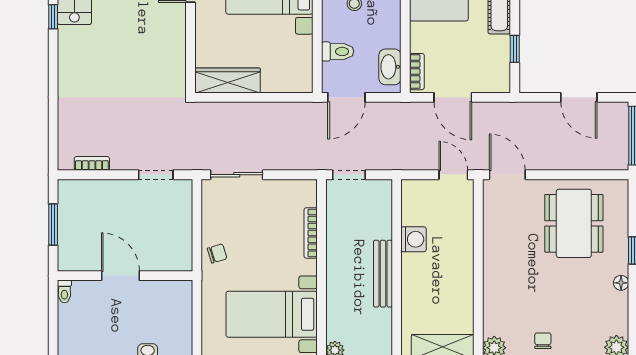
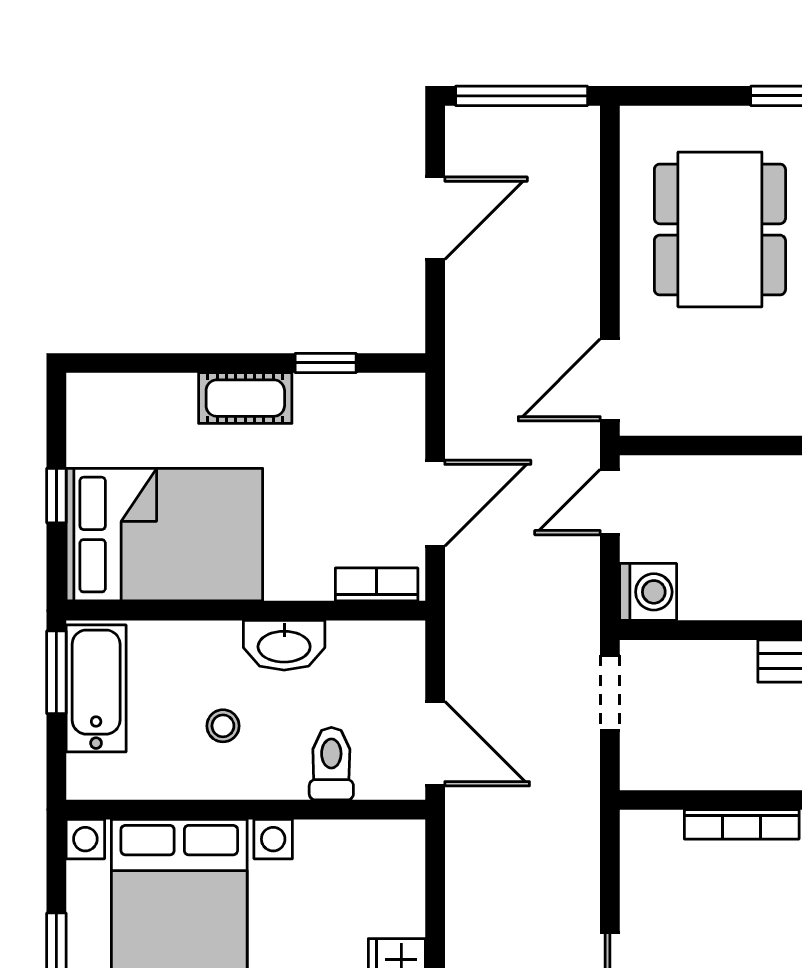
washbasin: (390, 67) -> (284, 645), moved
doorway: (349, 175) -> (610, 693), moved
dining table: (574, 223) -> (720, 229), turned 90
washing machine: (414, 239) -> (648, 592), moved, turned 90

